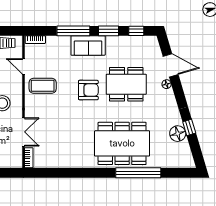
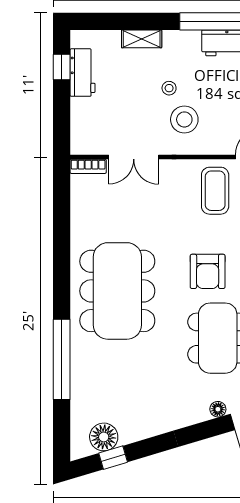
window: (189, 127) -> (113, 458), moved
floor lamp: (178, 134) -> (104, 437), moved
dining table: (122, 143) -> (117, 291), moved

